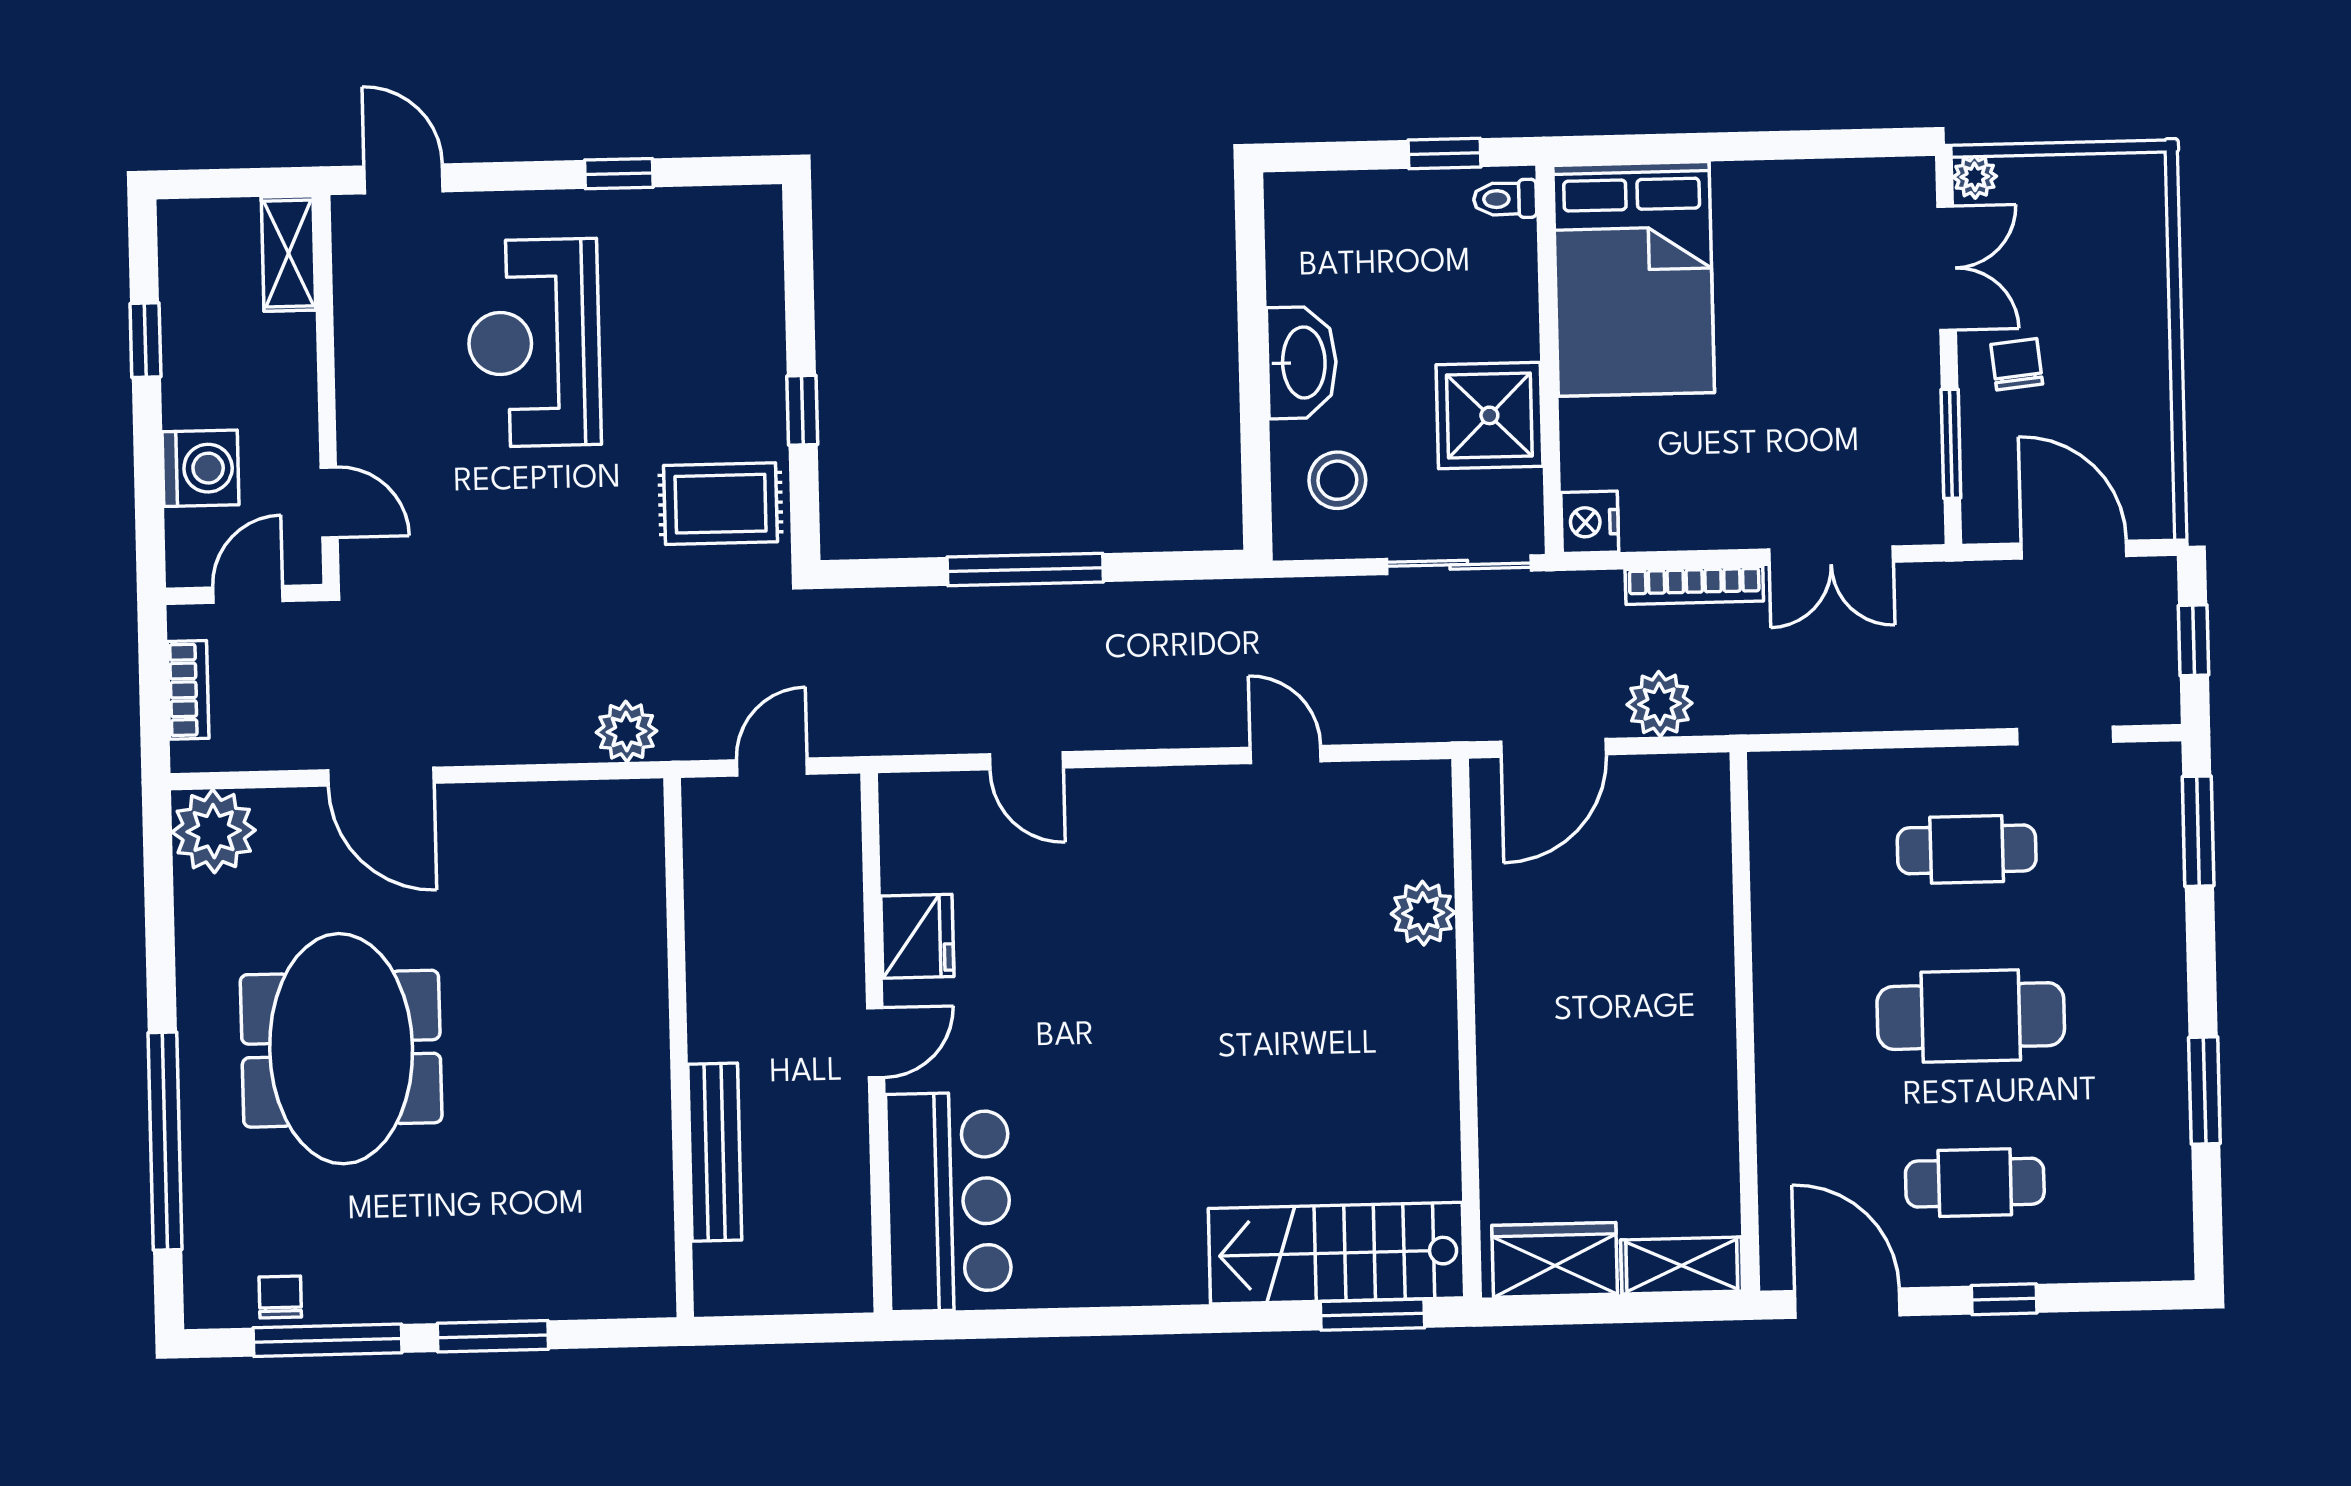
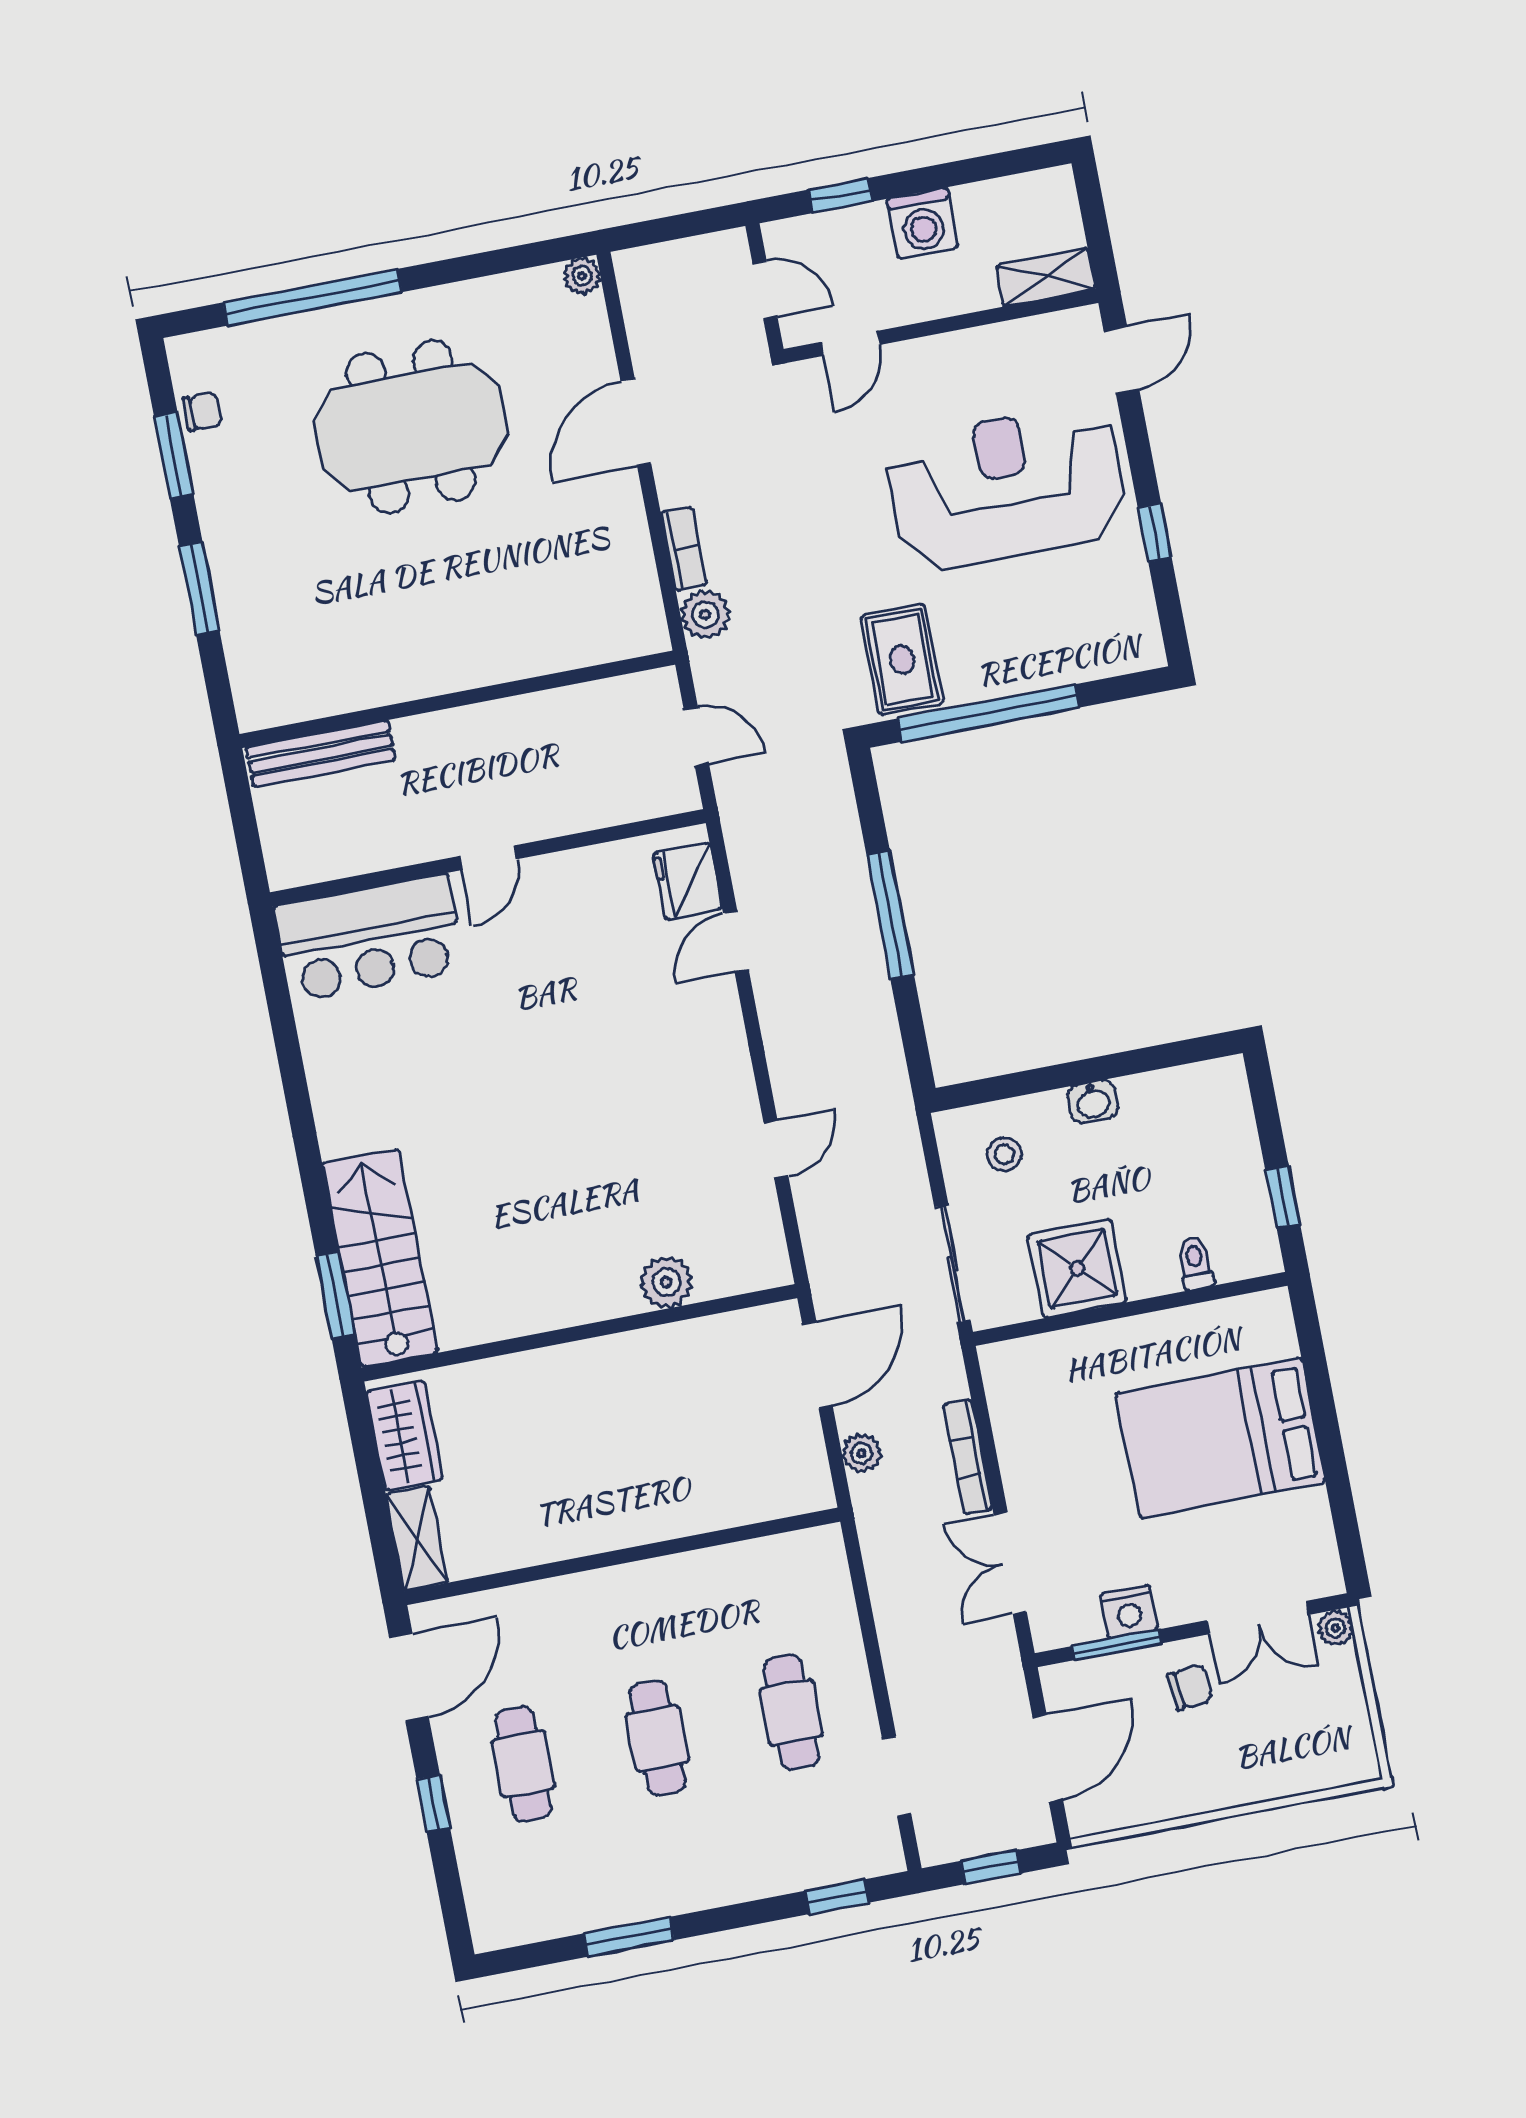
toilet: (1505, 199) -> (1195, 1263), moved
bed: (1634, 279) -> (1221, 1438), moved
window: (145, 340) -> (840, 196), moved
reception desk: (534, 343) -> (1007, 487), width x1.36, depth x1.30
washbasin: (1302, 363) -> (1093, 1101), width x0.52, depth x0.69
window: (802, 410) -> (989, 713), width x3.17
washing machine: (201, 468) -> (922, 223), moved
stool: (1337, 480) -> (1004, 1154), width x0.73, depth x0.73
nightstand: (1590, 522) -> (1129, 1612), moved, turned 180
bookcase: (188, 690) -> (684, 549), moved, turned -90
plant: (1660, 704) -> (861, 1453), width x0.73, depth x0.73
door: (1554, 748) -> (817, 1365), swing flipped
plant: (214, 831) -> (582, 276), width x0.53, depth x0.53
window: (2198, 831) -> (837, 1897), width x0.67
fridge: (917, 936) -> (687, 881), moved, turned 90
cafe table: (1971, 1016) -> (657, 1738), width x0.73, depth x0.74
door: (876, 1043) -> (488, 858), hinge flipped
bench: (715, 1152) -> (321, 754), moved
window: (328, 1340) -> (174, 455), width x0.69

